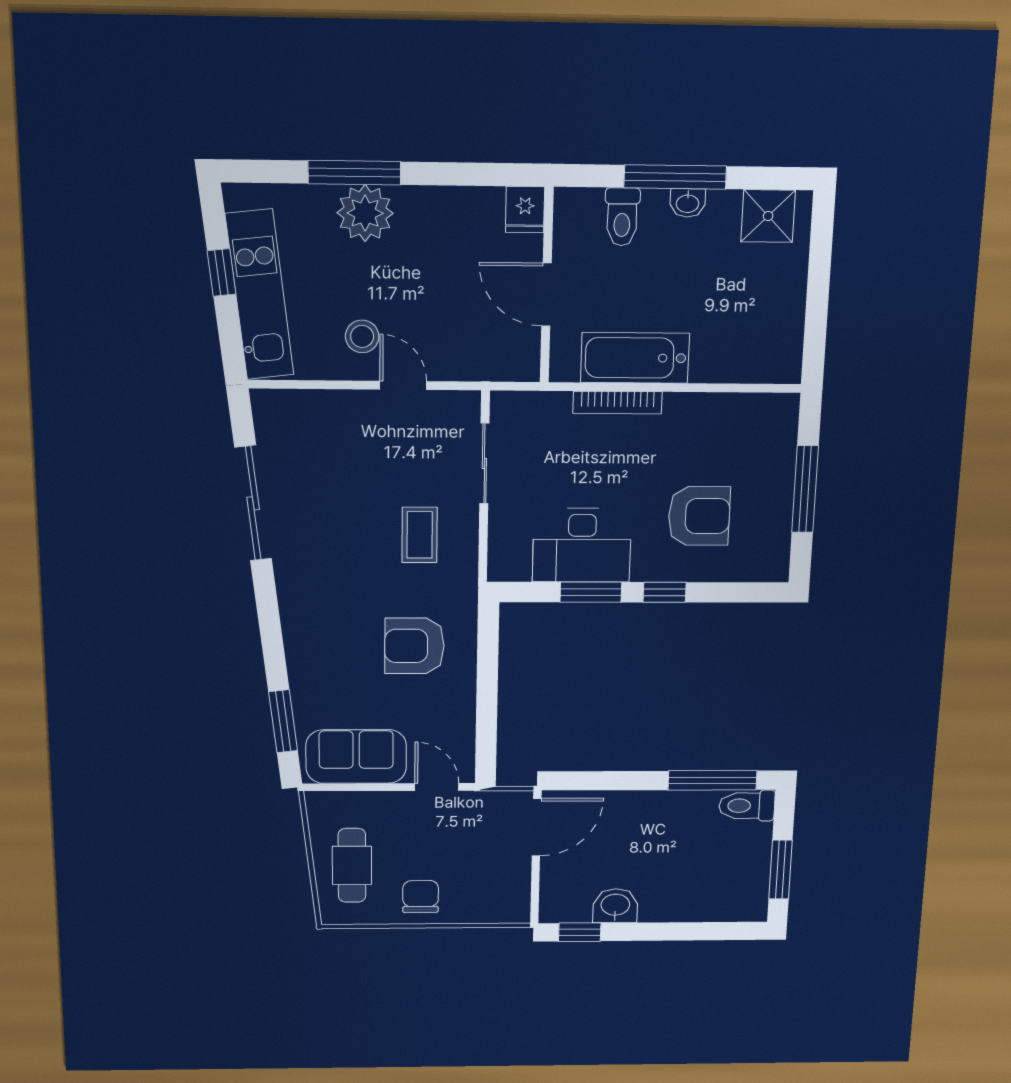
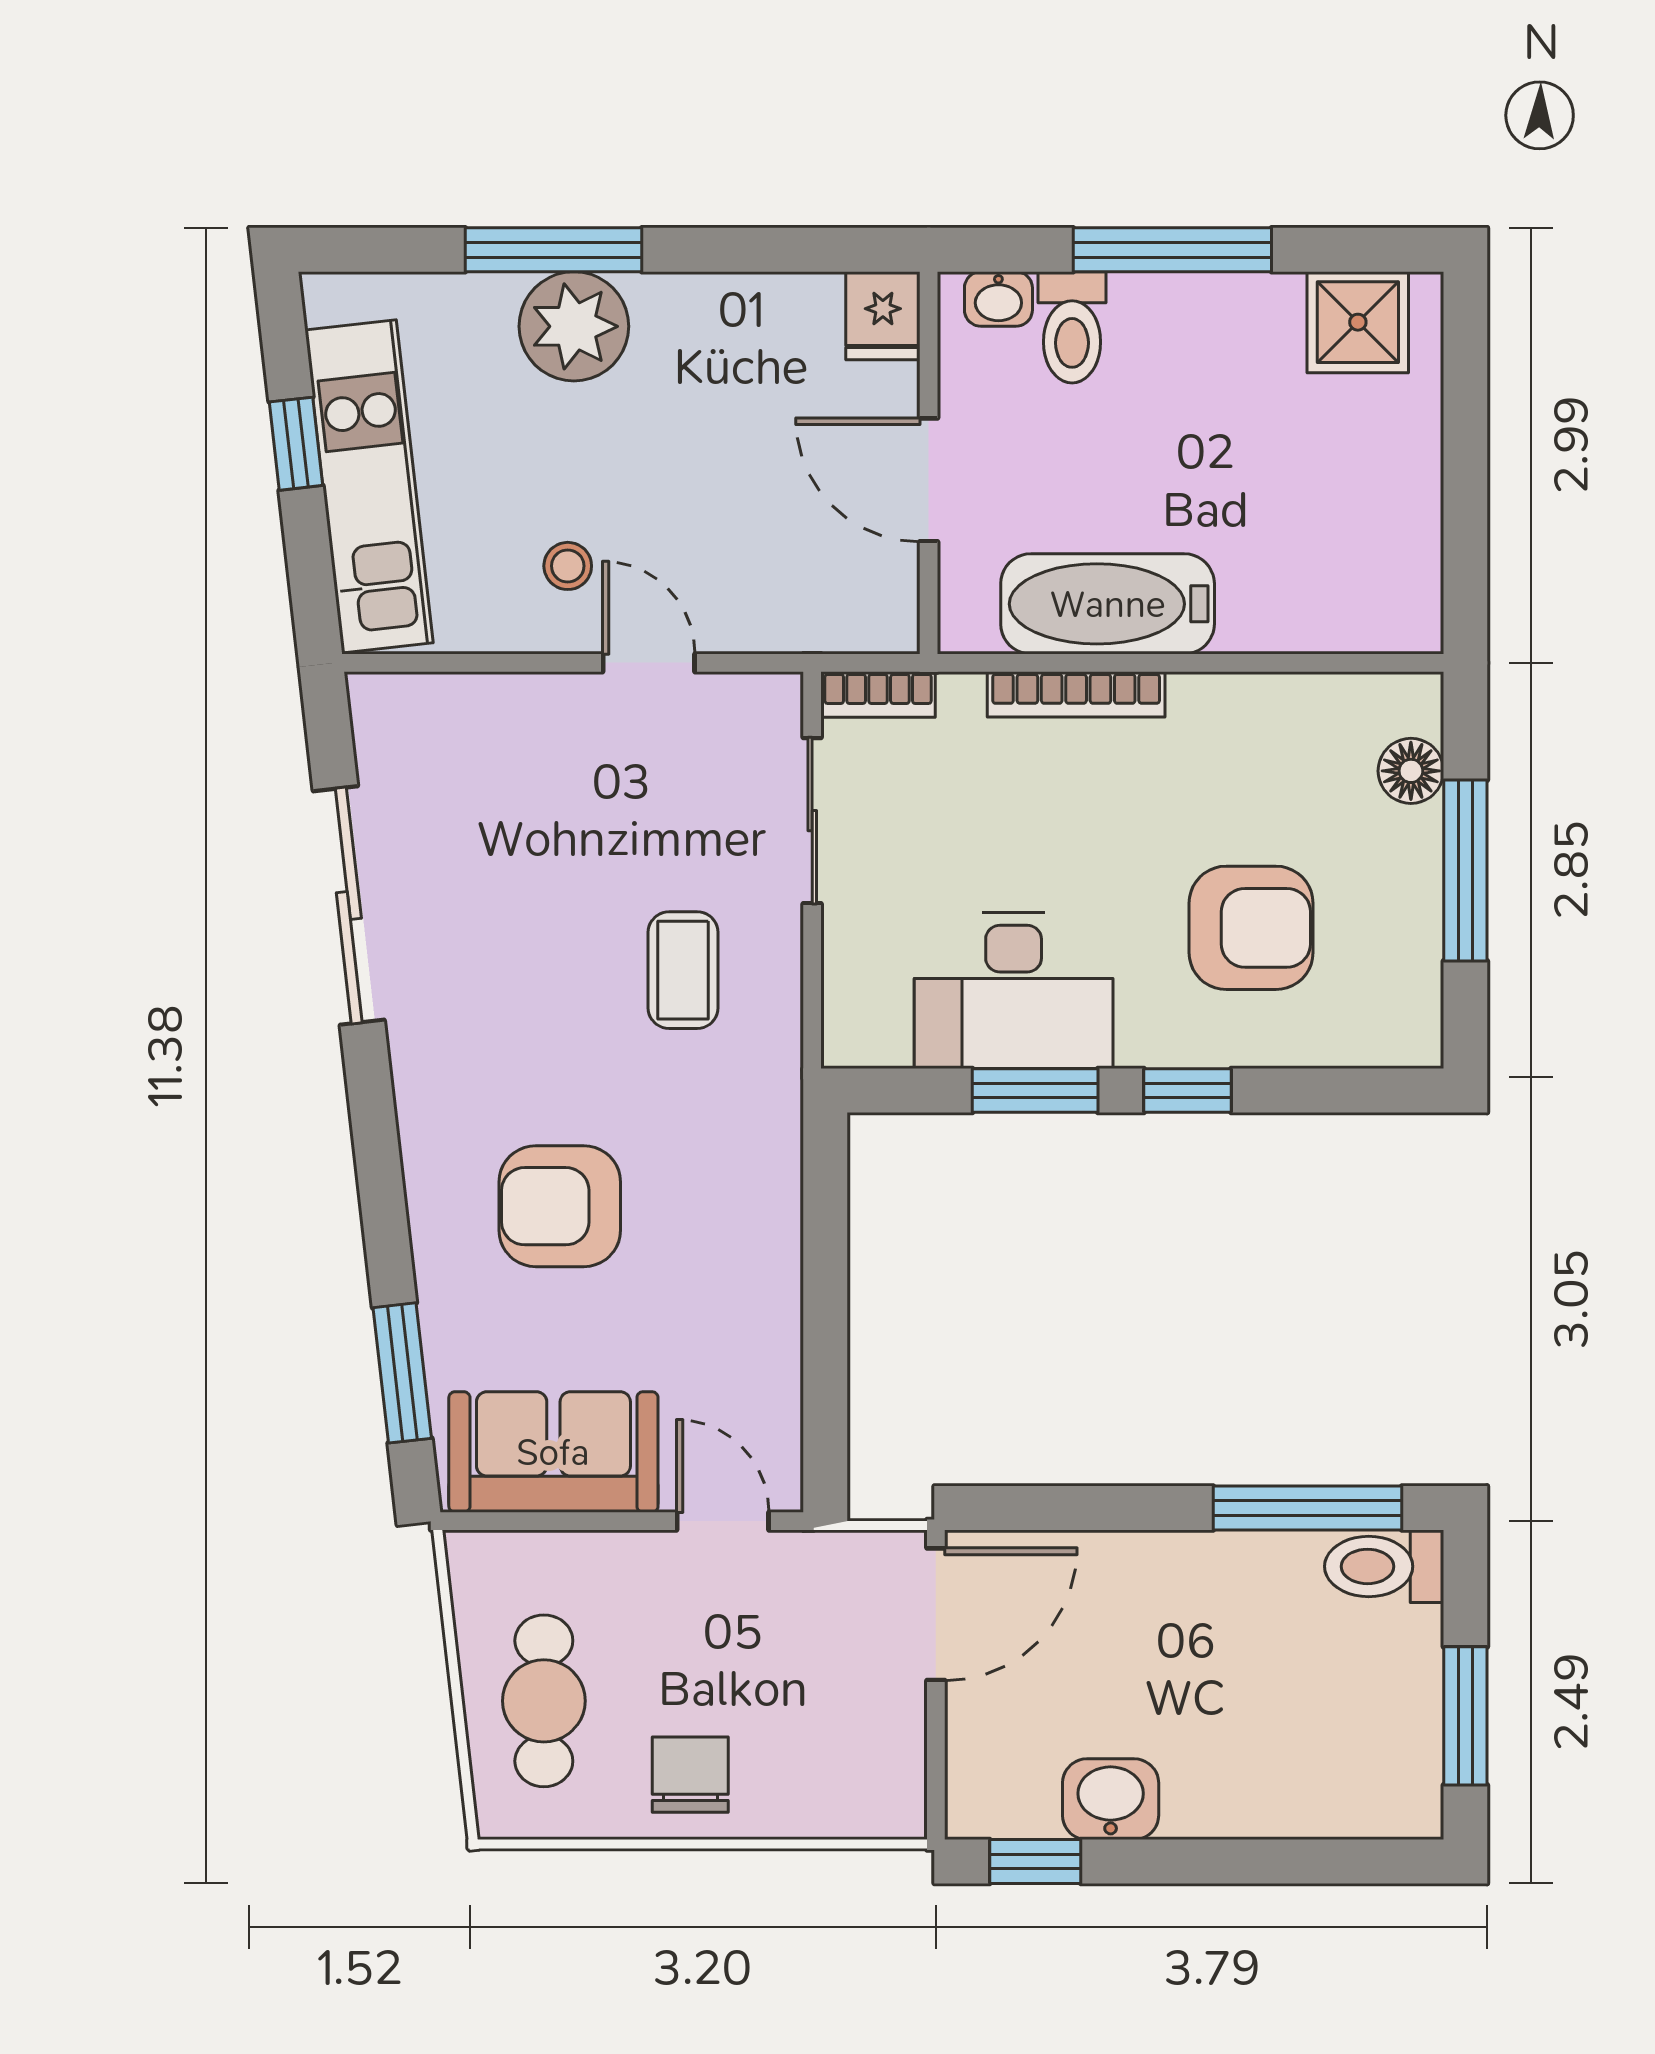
washbasin: (688, 203) -> (998, 299), moved
stool: (362, 336) -> (568, 566), width x0.73, depth x0.73
bookcase: (518, 402) -> (878, 694), added
floor lamp: (781, 441) -> (1411, 771), added
armchair: (414, 646) -> (560, 1206), moved

